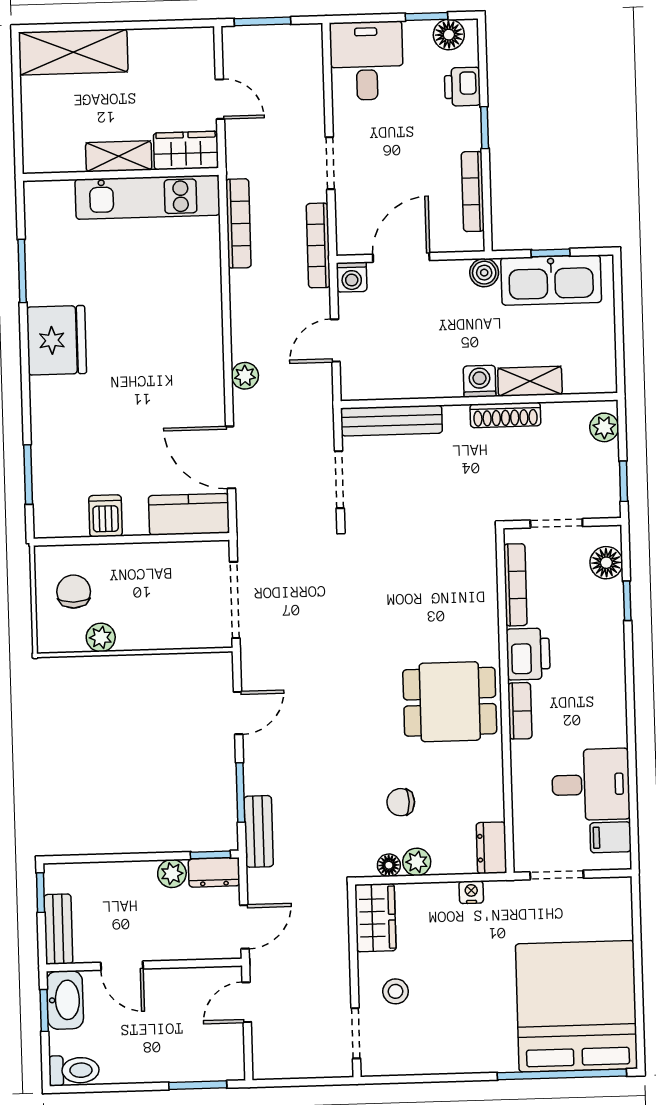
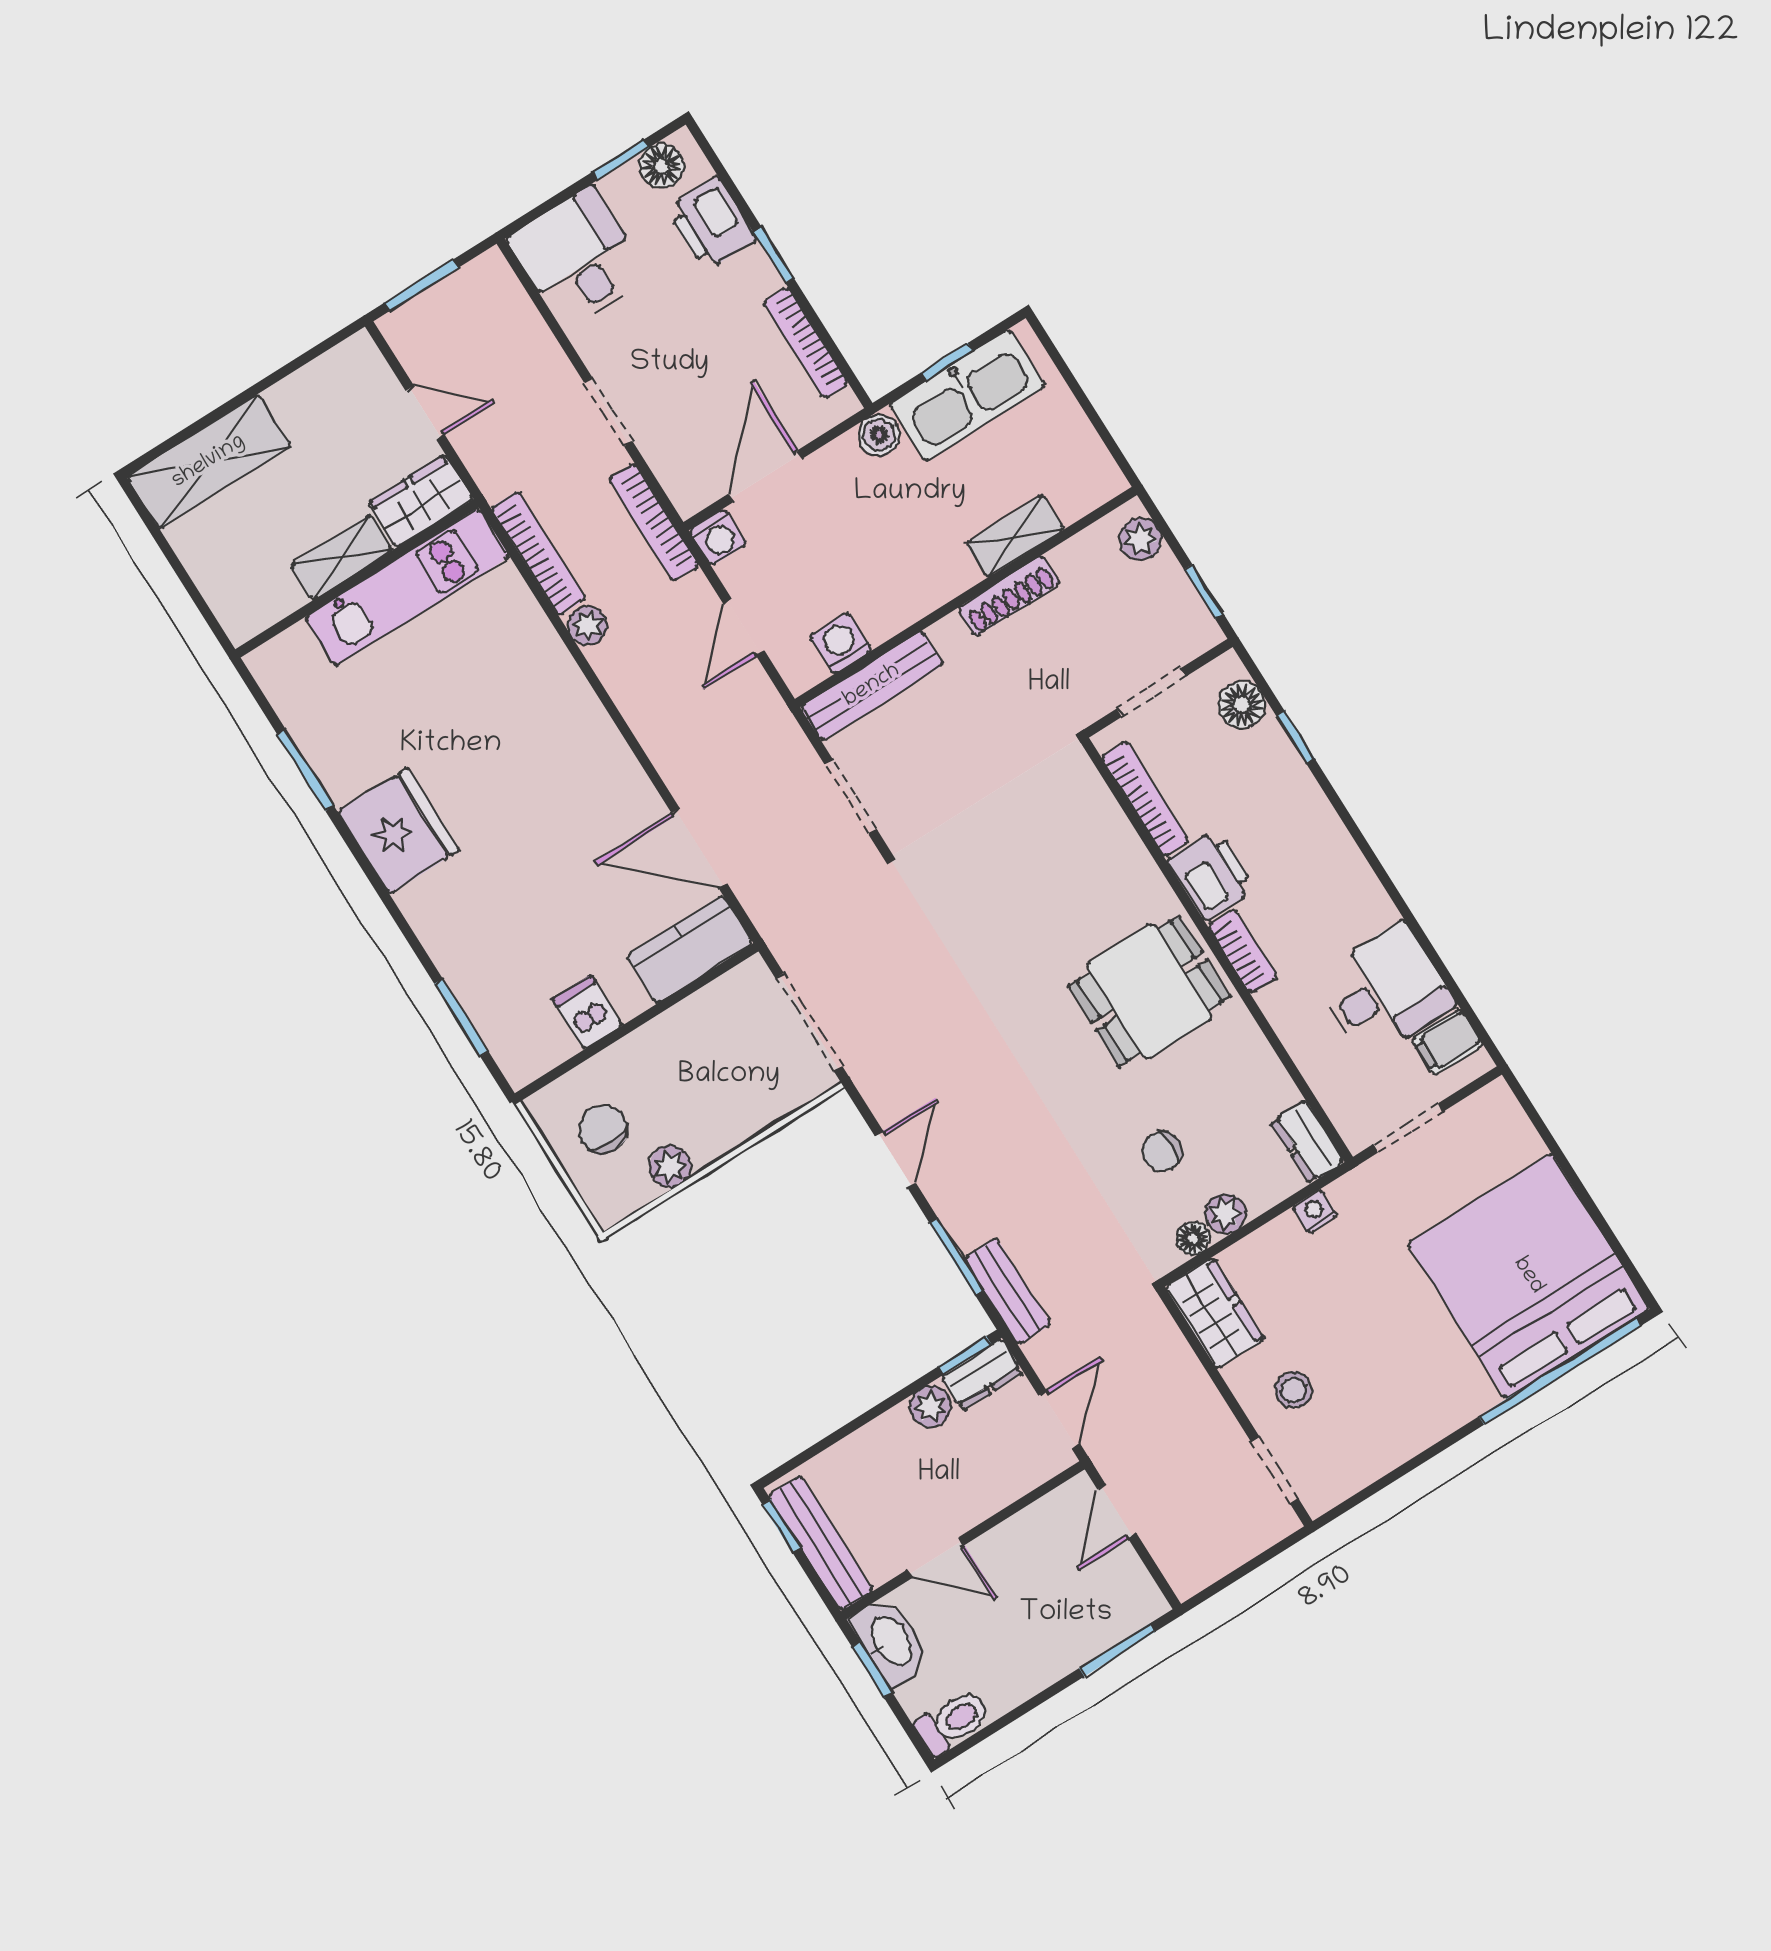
printer: (462, 87) -> (711, 224), width x1.36, depth x1.24
plant: (245, 376) -> (588, 626), moved
washing machine: (480, 381) -> (841, 643), moved
bench: (58, 929) -> (821, 1543), width x1.36

